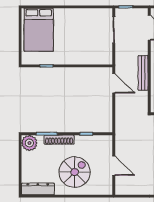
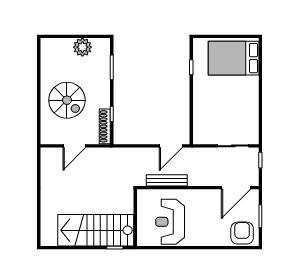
bench: (143, 73) -> (167, 180), moved
shoe rack: (59, 140) -> (105, 126), moved
plant: (29, 143) -> (82, 47), moved
dresser: (38, 189) -> (47, 57), removed

